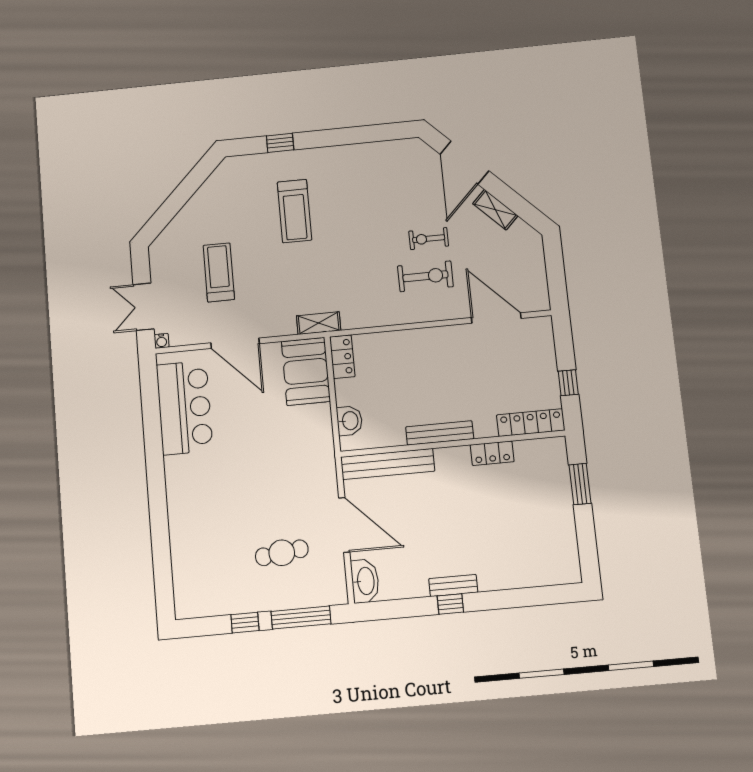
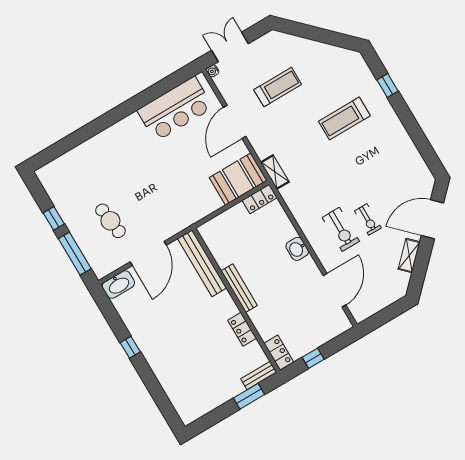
exercise bike: (429, 239) -> (368, 219), turned 180
washbasin: (350, 421) -> (297, 249), moved, turned 90
locker: (531, 423) -> (279, 353), width x0.66
bench: (453, 585) -> (259, 376), moved, turned 90

